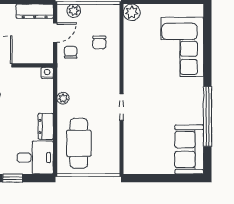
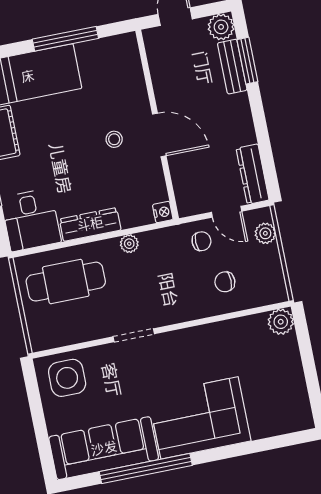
corner sofa: (182, 47) -> (199, 418), moved
dresser: (46, 126) -> (90, 224), width x1.44
sofa: (189, 150) -> (104, 448), width x1.36
side table: (140, 155) -> (67, 378), added

